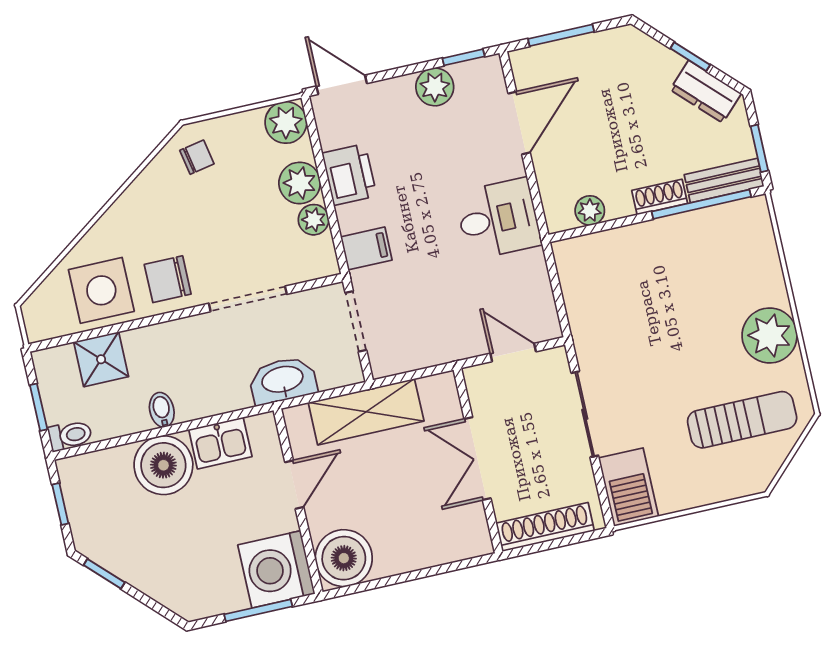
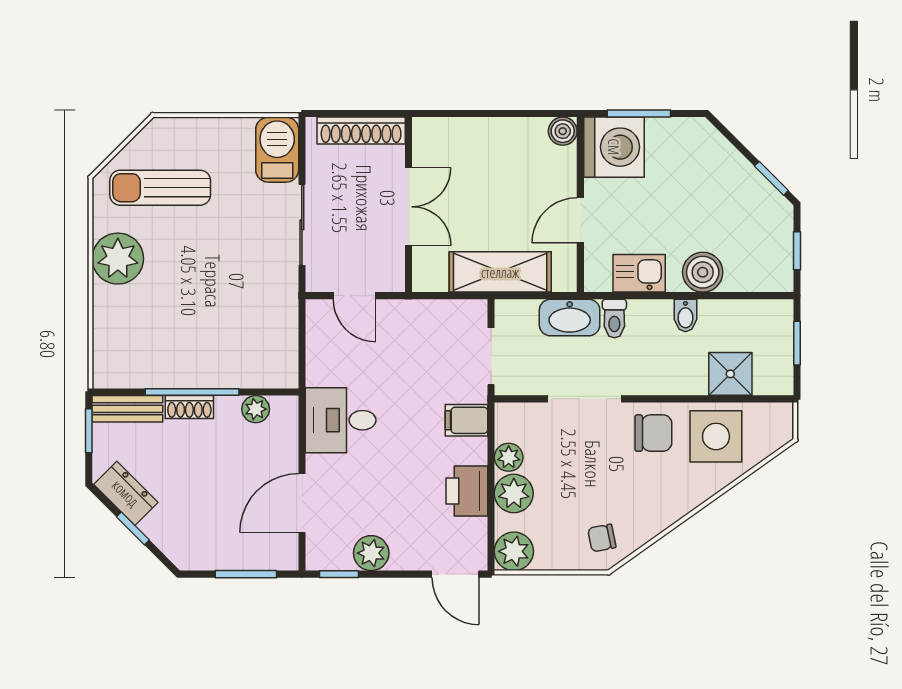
window: (701, 204) -> (192, 392), moved
toilet: (70, 435) -> (614, 319), moved, turned -90
boiler: (163, 465) -> (703, 272), width x0.73, depth x0.73
boiler: (344, 558) -> (563, 131), width x0.54, depth x0.54

